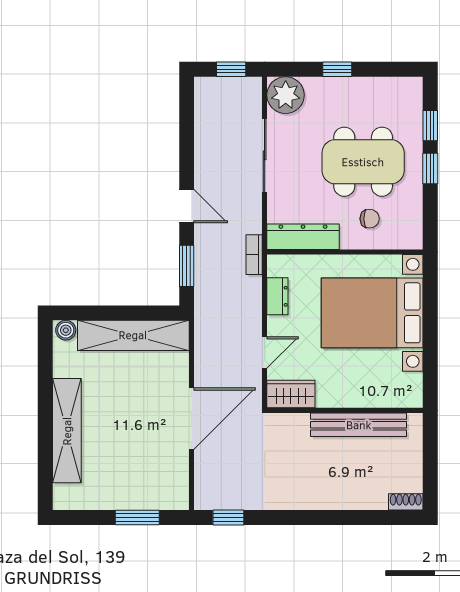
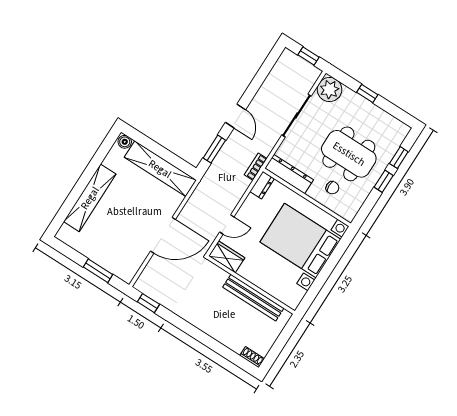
dresser: (277, 296) -> (262, 185), moved

